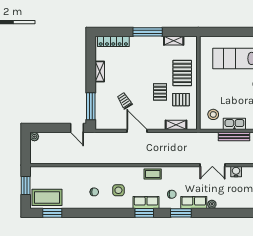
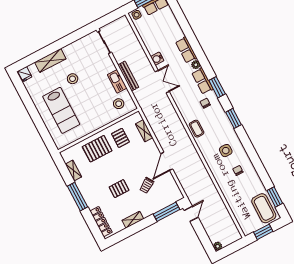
pallet: (160, 92) -> (119, 189), moved
row of seats: (146, 203) -> (186, 50), moved

